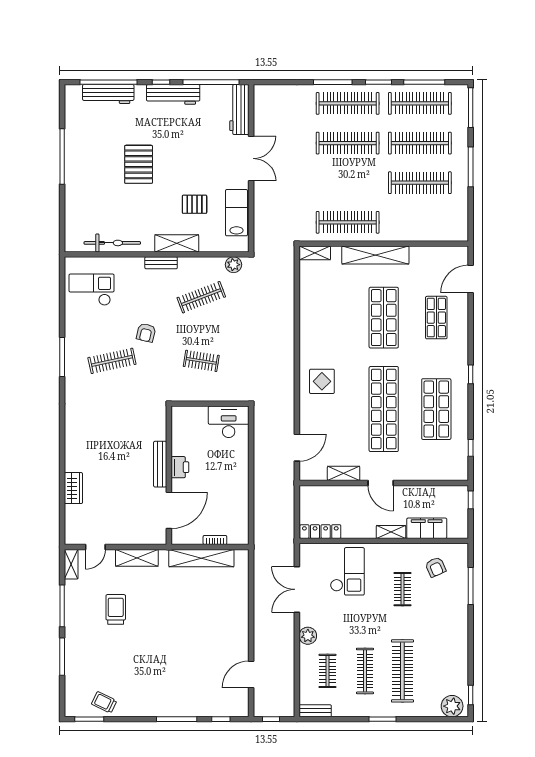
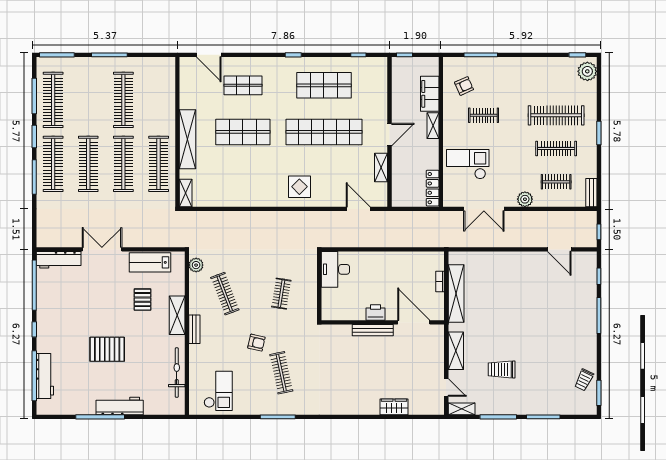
workbench: (173, 94) -> (120, 406), moved, turned -90
clothes rail: (420, 143) -> (123, 164), moved
checkout: (92, 290) -> (218, 391), turned 180

